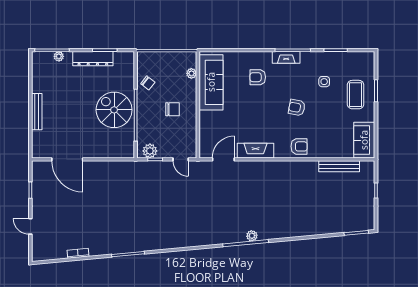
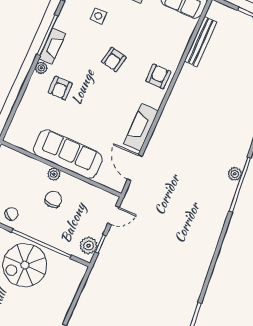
plant: (266, 56) -> (41, 68), added
plant: (191, 73) -> (54, 174), moved
sofa: (211, 82) -> (68, 154), moved

